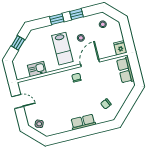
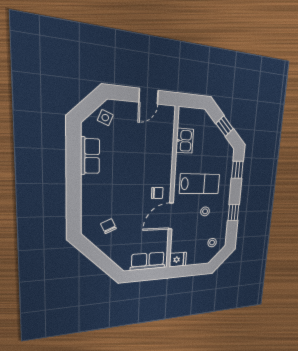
window: (57, 19) -> (237, 170), moved
lab bench: (62, 49) -> (200, 184), turned 180
door: (90, 63) -> (171, 216), swing flipped
row of seats: (83, 122) -> (90, 156), moved

